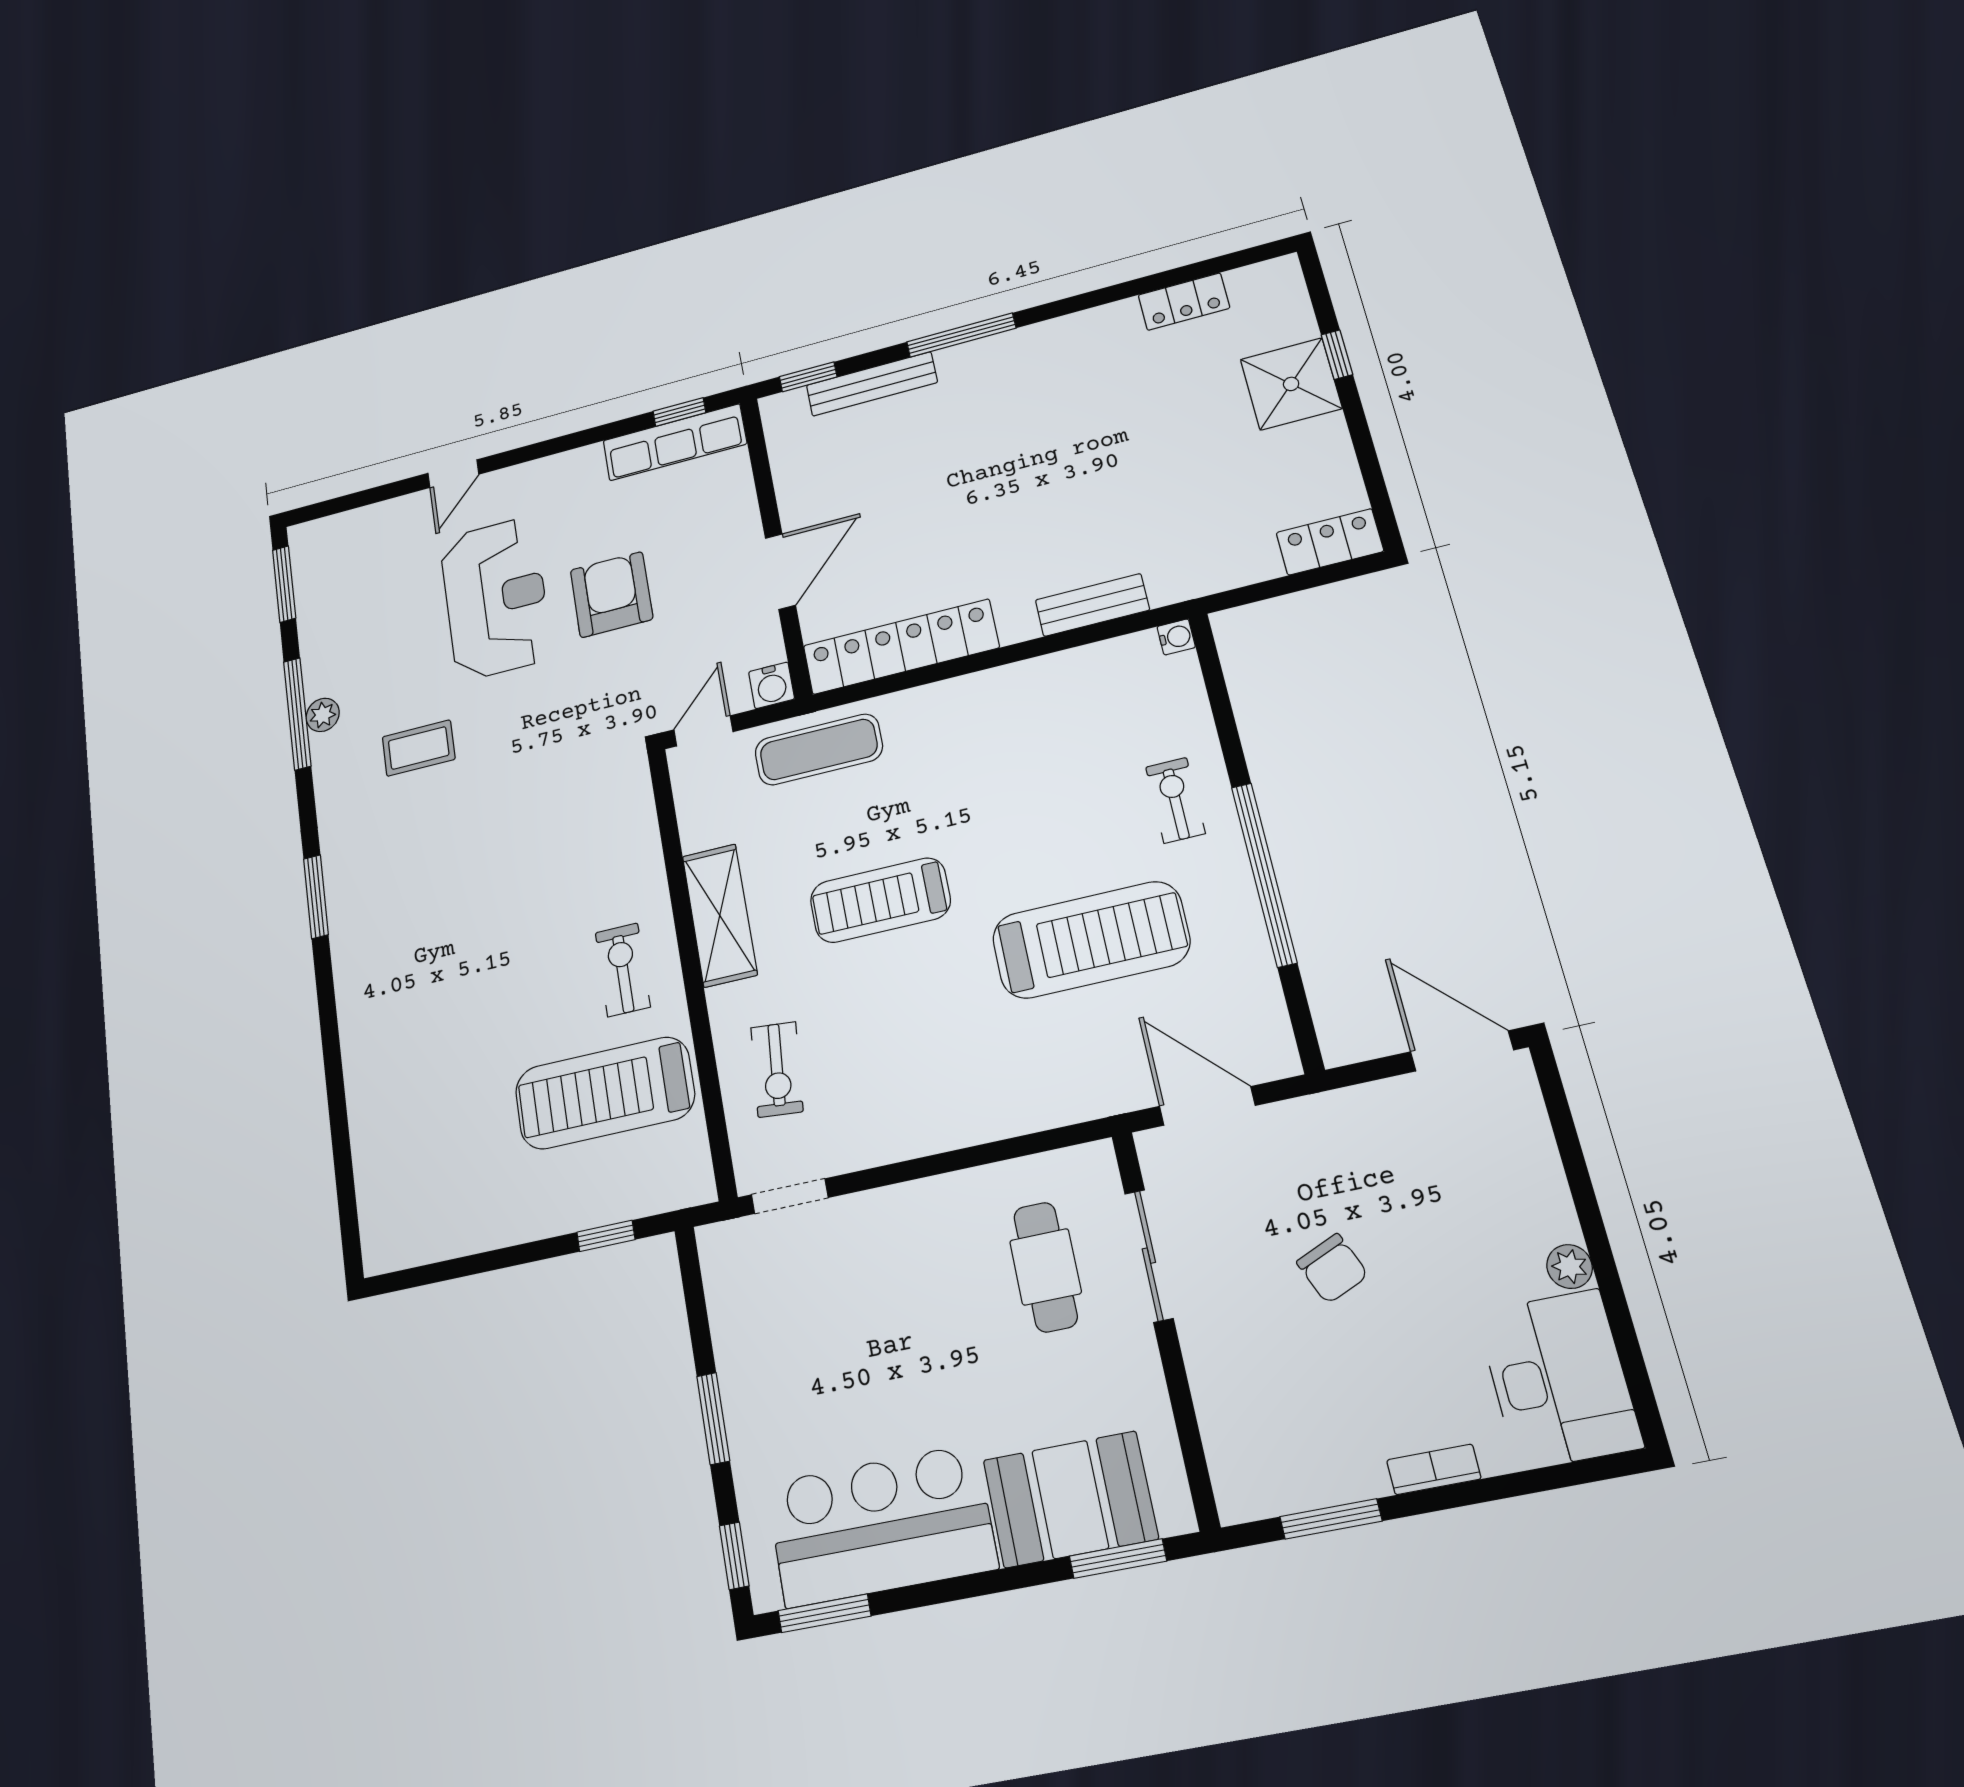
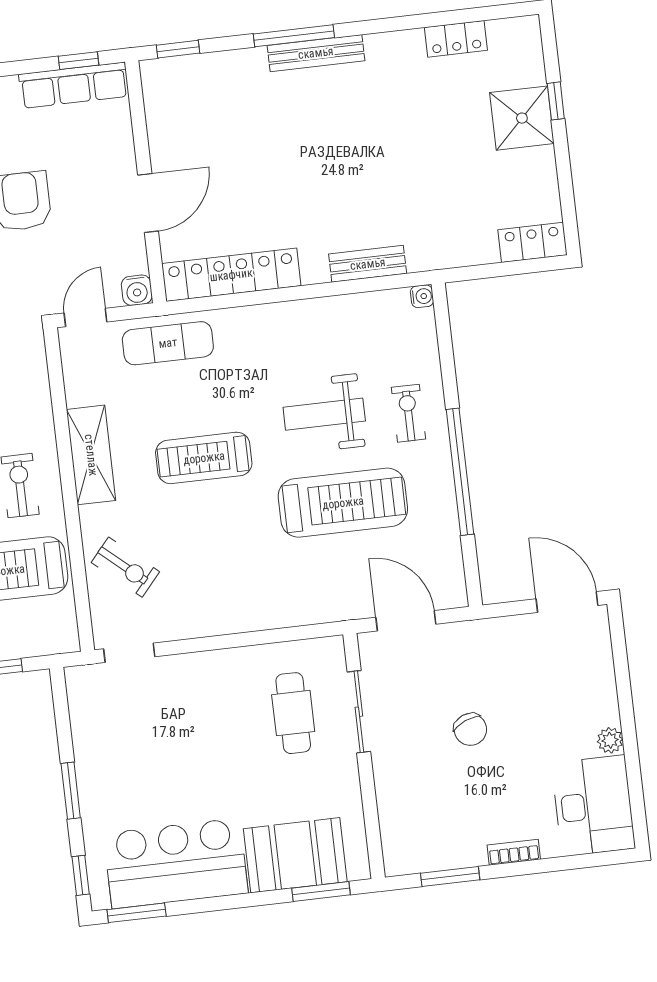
bench: (872, 384) -> (316, 53), moved
weight bench: (1050, 817) -> (324, 414), added
exercise bike: (777, 1069) -> (125, 567), turned -54

